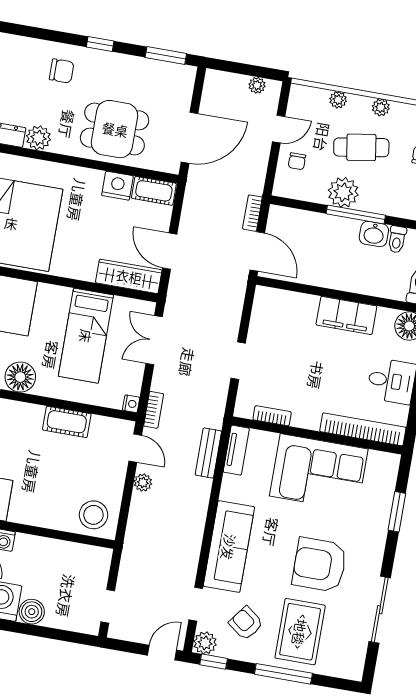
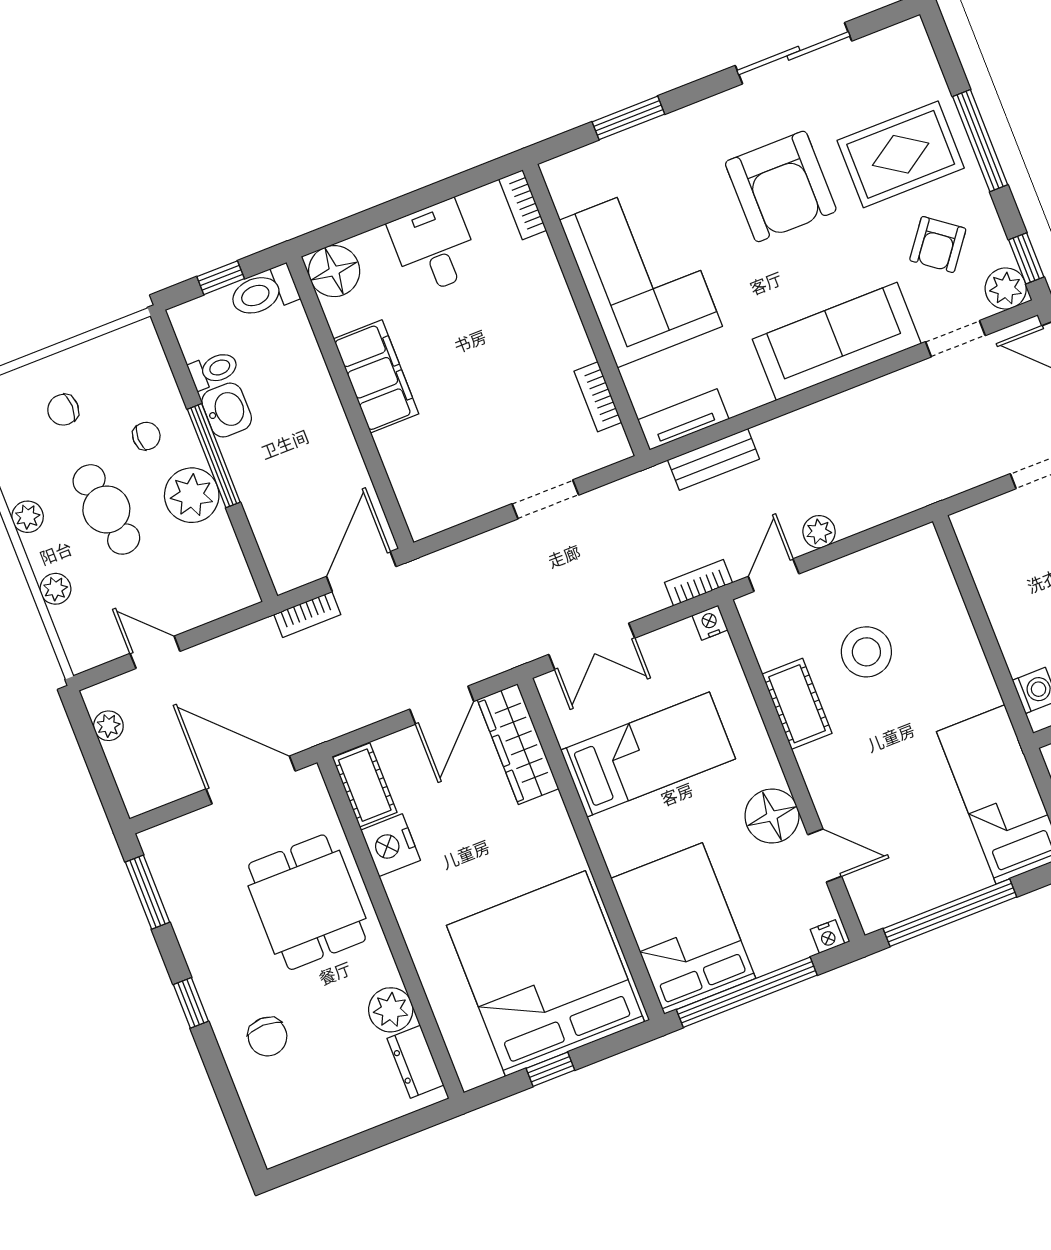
chair: (62, 71) -> (268, 1037), turned 180
chair: (297, 161) -> (146, 436), moved
bookcase: (363, 429) -> (523, 205), width x0.43, depth x0.76
stool: (93, 515) -> (866, 652), moved

